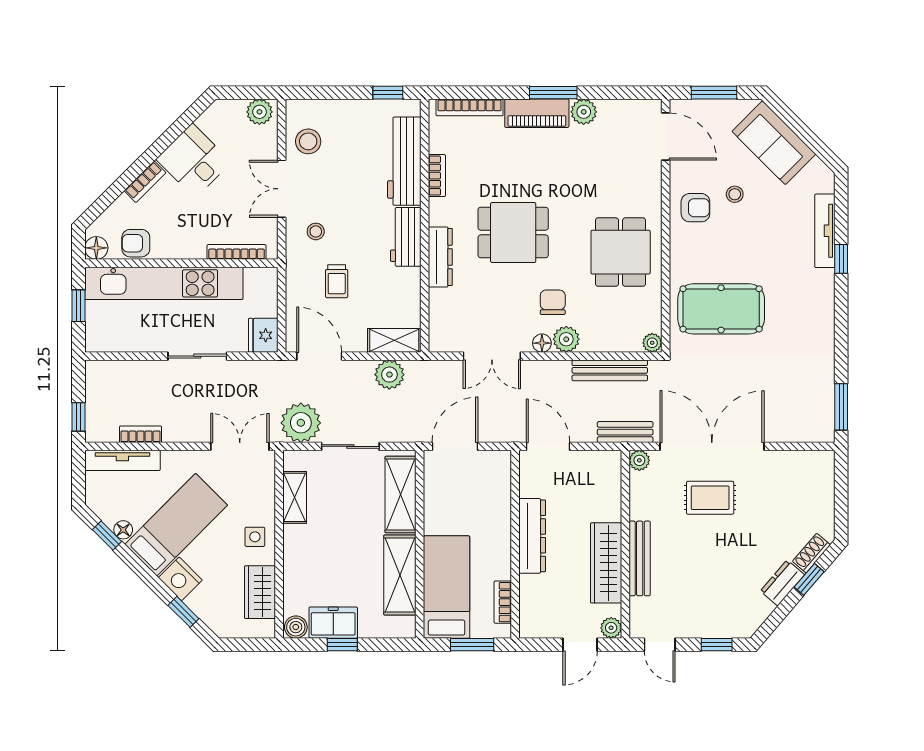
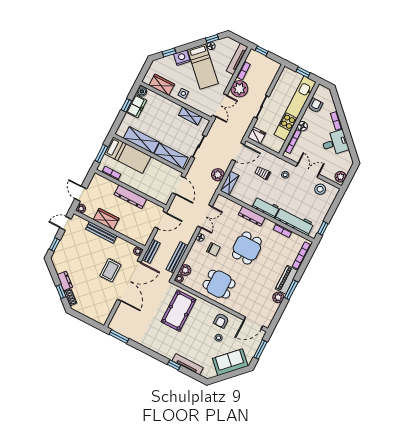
floor lamp: (96, 248) -> (302, 126), moved
plant: (566, 339) -> (185, 270), moved
double door: (492, 356) -> (205, 216), swing flipped
plant: (301, 423) -> (239, 89), moved
wardrobe: (606, 563) -> (106, 219), width x0.67

